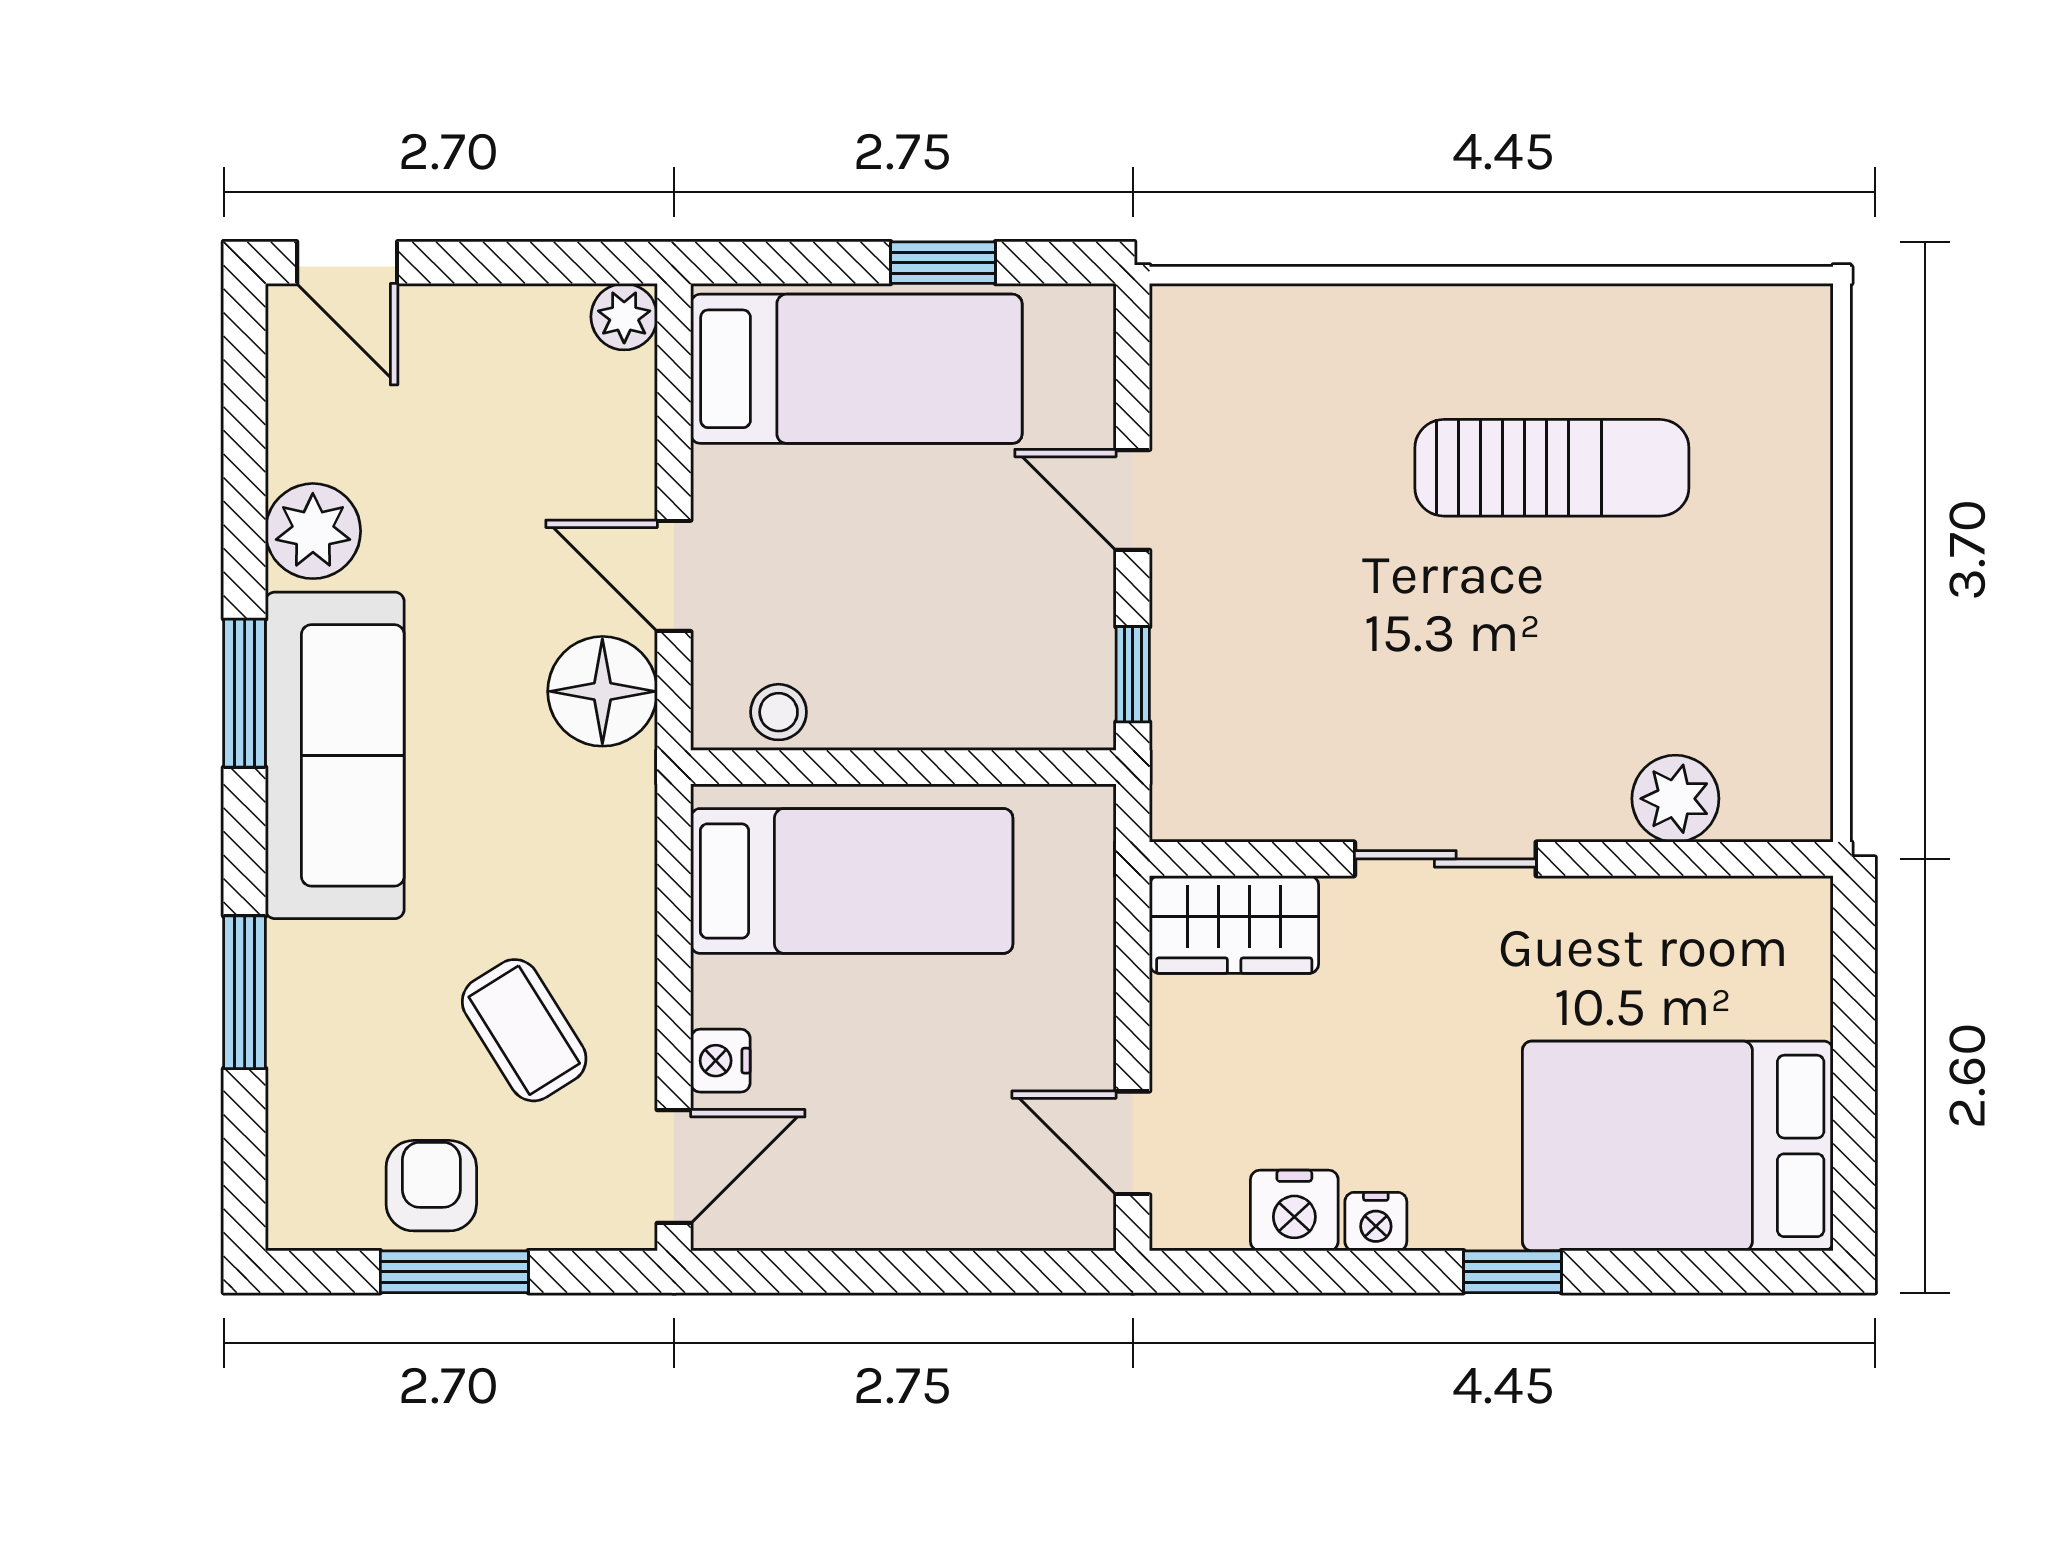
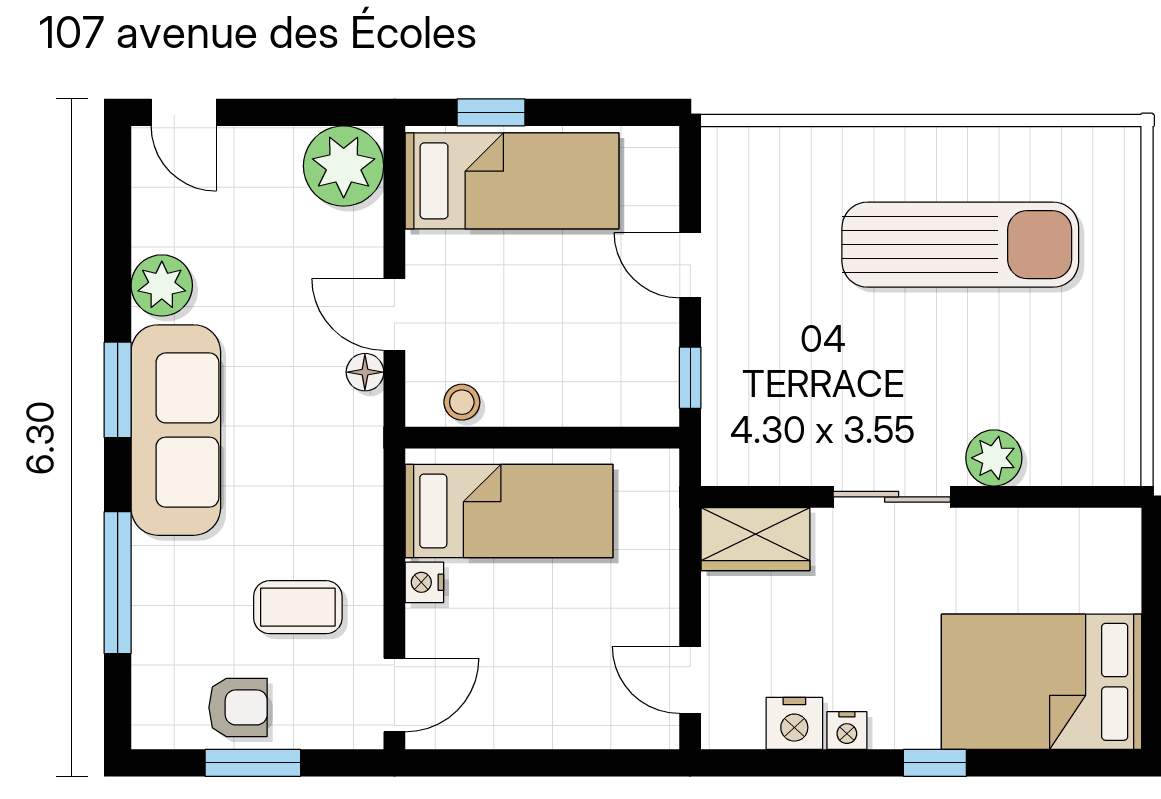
window: (943, 263) -> (491, 112), moved
plant: (624, 317) -> (344, 166), width x1.88, depth x1.88
sun lounger: (1552, 468) -> (960, 245), width x1.36, depth x1.34
floor lamp: (602, 691) -> (365, 372), width x0.53, depth x0.53
plant: (1675, 799) -> (994, 458), moved
window: (245, 992) -> (118, 583), width x1.44
coffee table: (524, 1030) -> (298, 607), turned -58
nightstand: (720, 1061) -> (424, 582), moved
armchair: (431, 1186) -> (238, 707), turned 90

